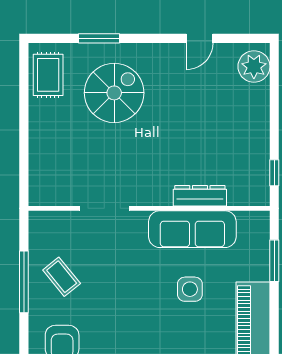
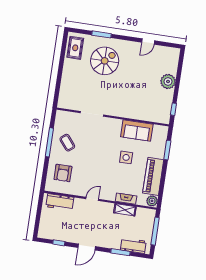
plant: (254, 66) -> (168, 81), moved
dresser: (200, 196) -> (137, 115), removed
sofa: (192, 229) -> (137, 131), width x0.73

